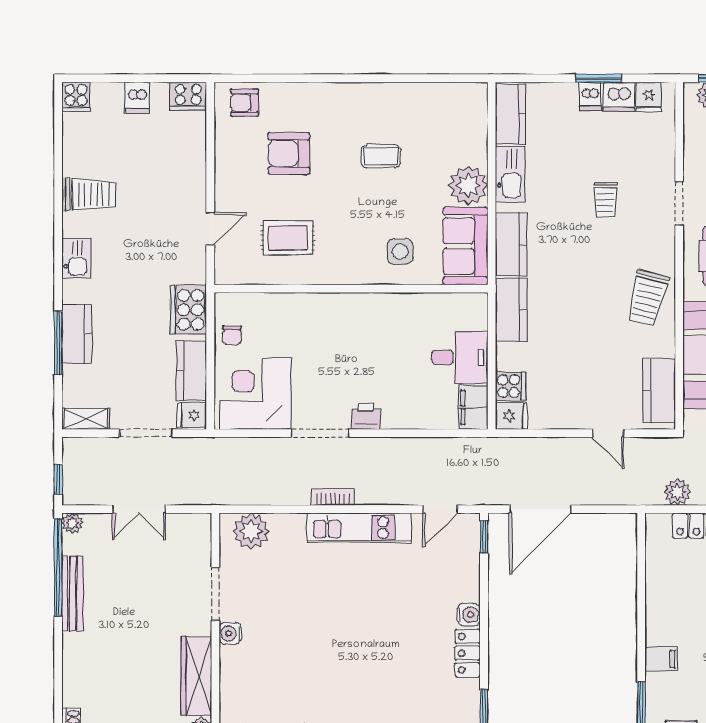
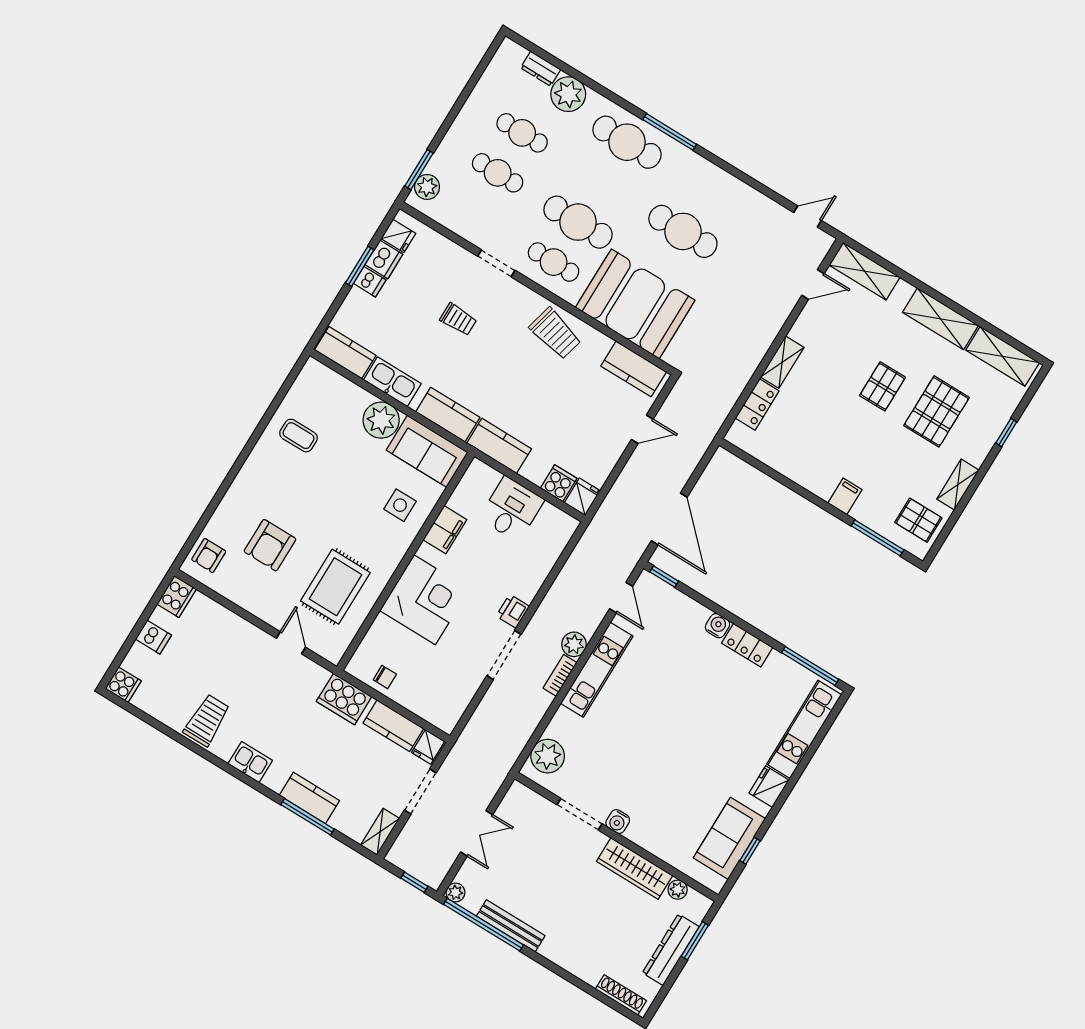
coffee table: (381, 156) -> (298, 436), moved, turned 90
rug: (288, 238) -> (335, 587), width x1.36, depth x1.43
corner desk: (255, 394) -> (425, 600), moved, turned 180
filing cabinet: (473, 407) -> (445, 530), moved, turned -90
plant: (677, 492) -> (574, 644), moved

